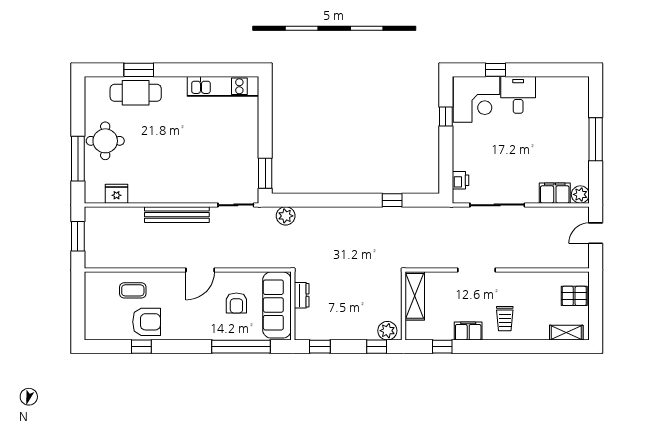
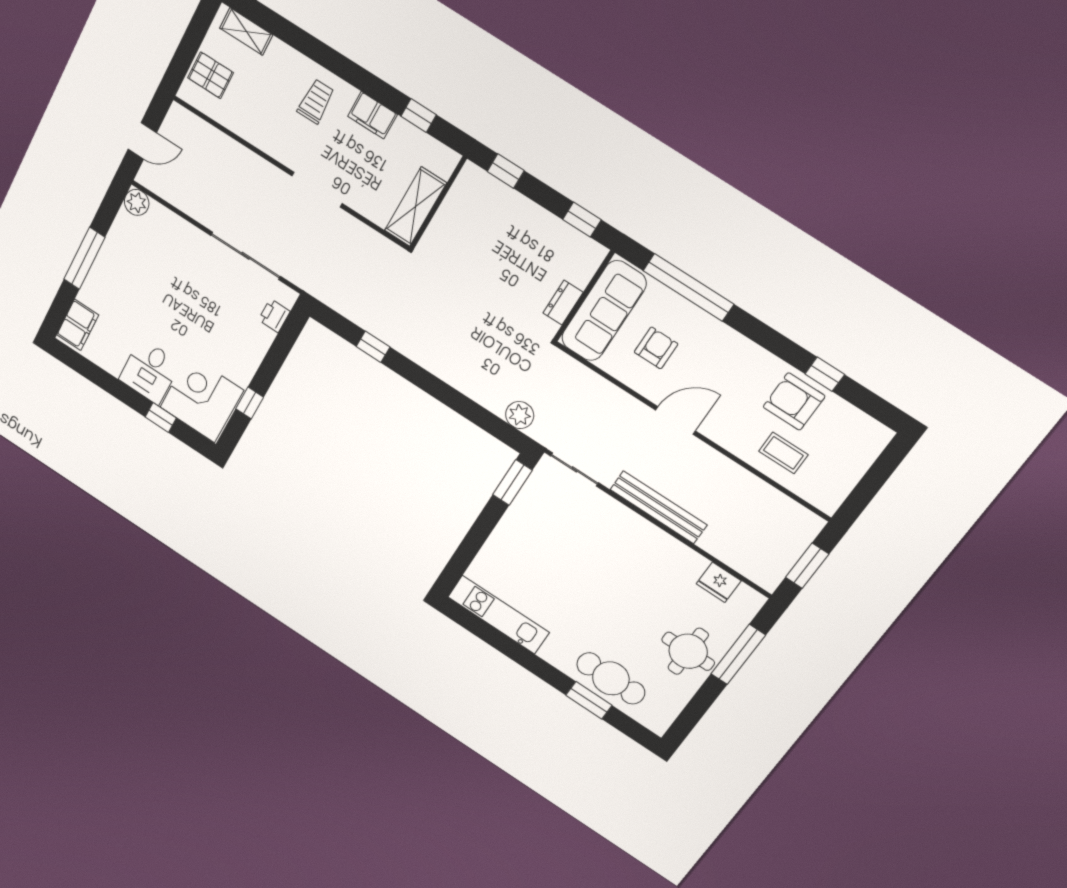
filing cabinet: (555, 193) -> (78, 325), moved, turned -90
plant: (387, 331) -> (479, 184), removed

